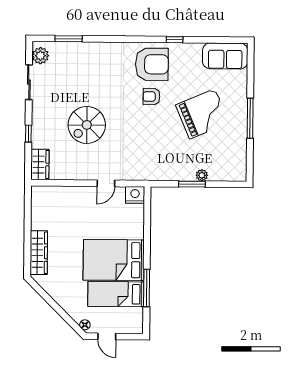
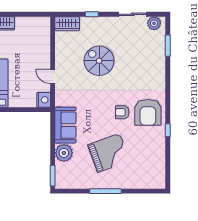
sofa: (225, 56) -> (65, 125), moved, turned 180
armchair: (151, 97) -> (122, 112), turned -90
grand piano: (202, 114) -> (109, 153), turned -87
plant: (202, 175) -> (64, 153), width x1.87, depth x1.87
window: (192, 184) -> (53, 176), moved

